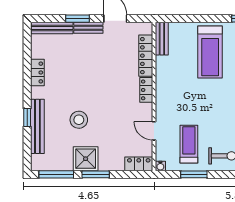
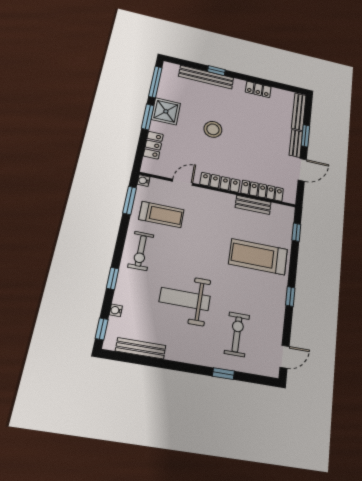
window: (180, 19) -> (296, 232), added
bench: (162, 39) -> (253, 205), moved
locker: (146, 90) -> (220, 182), width x1.53
stool: (79, 120) -> (213, 129), moved
locker: (139, 164) -> (153, 145), moved
window: (194, 174) -> (130, 200), moved

